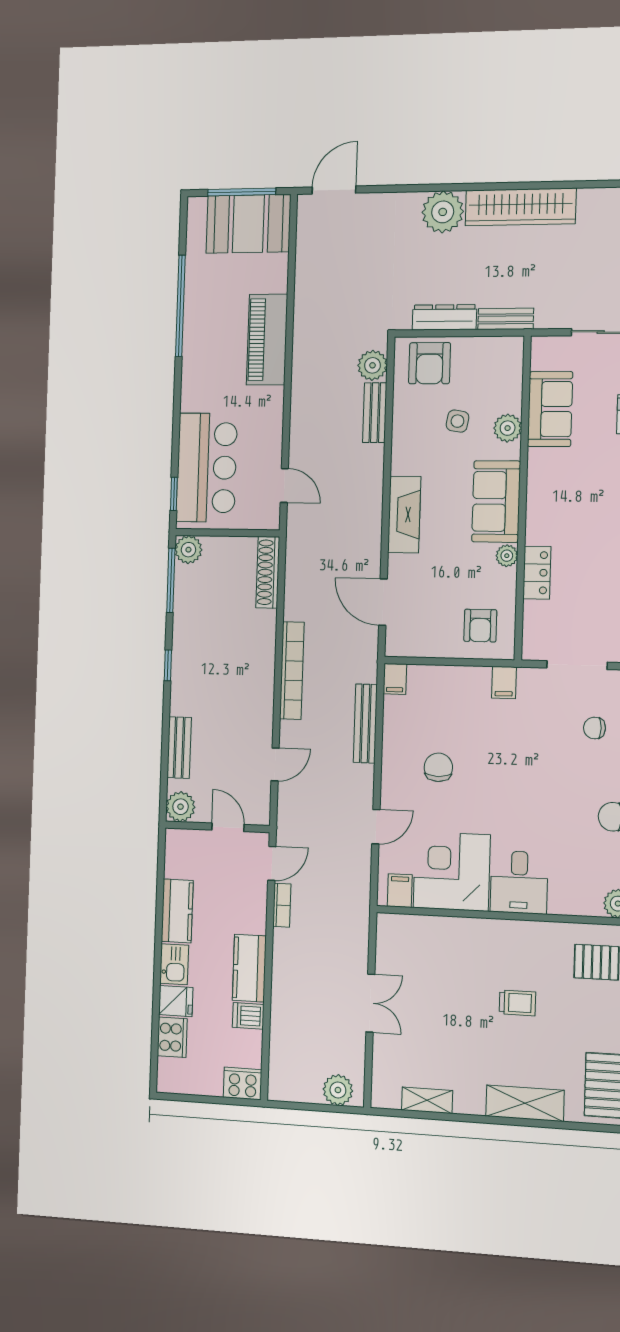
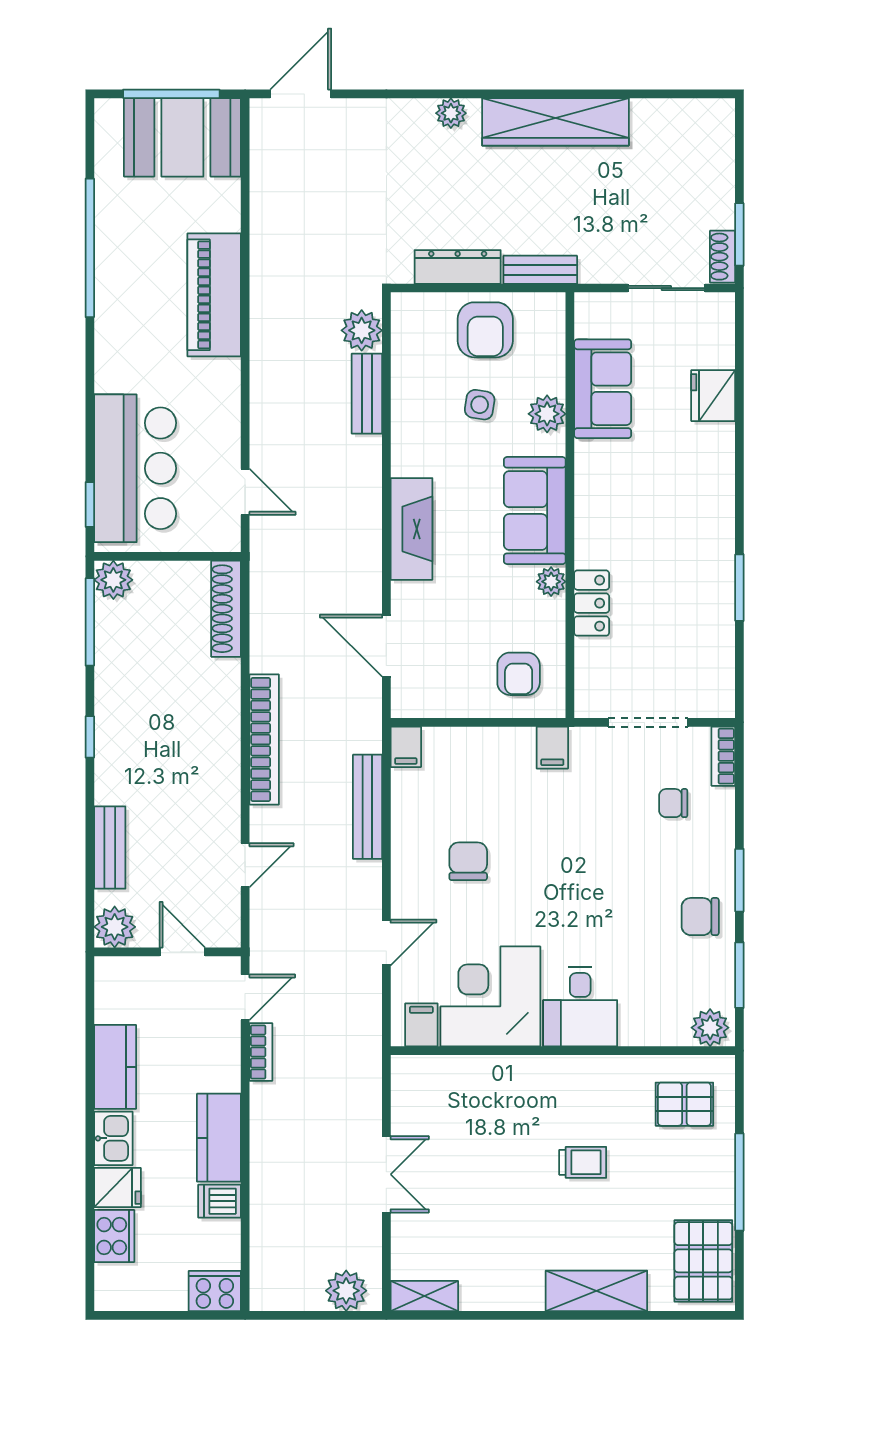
plant: (443, 212) -> (451, 113), width x0.53, depth x0.53
armchair: (430, 363) -> (485, 330), moved
shelving: (427, 1100) -> (424, 1296), moved

